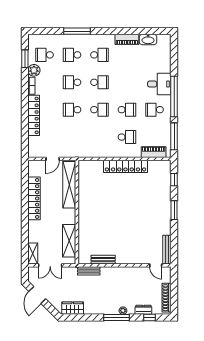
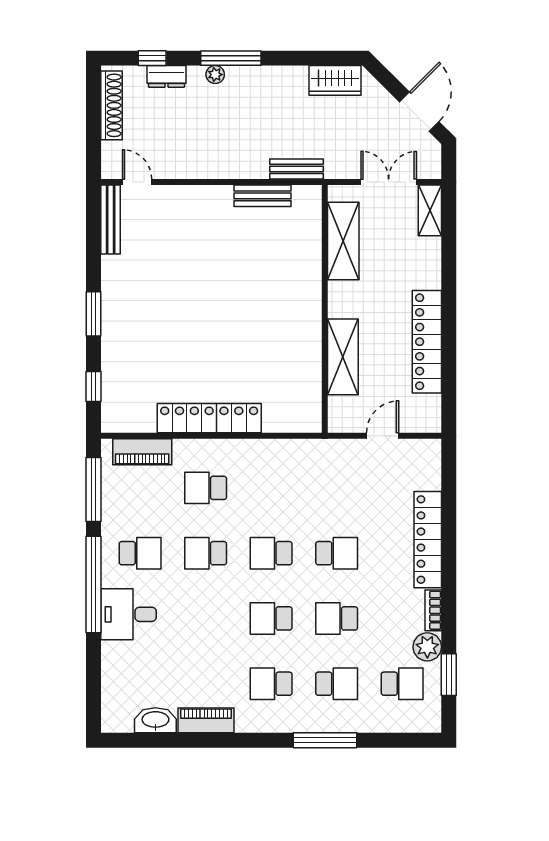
school desk: (72, 82) -> (337, 618), turned 180
shelving: (69, 185) -> (343, 357), width x0.68

